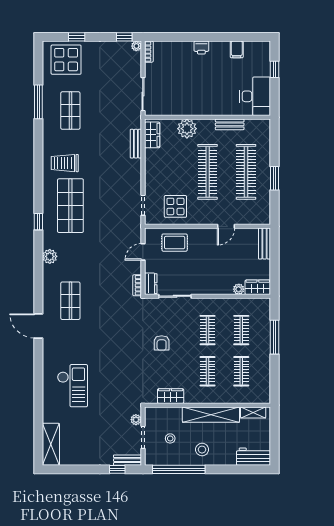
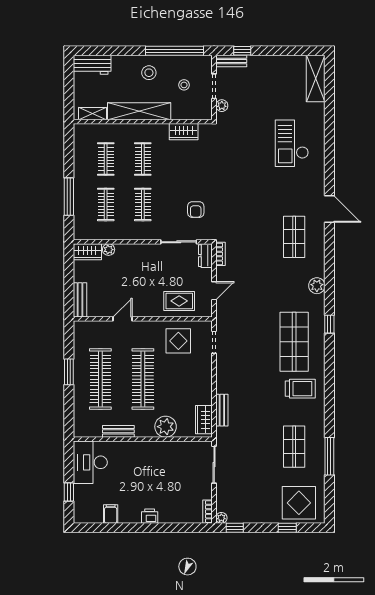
armchair: (162, 343) -> (196, 210), moved, turned 180

